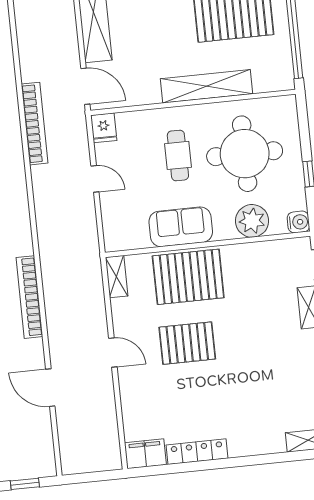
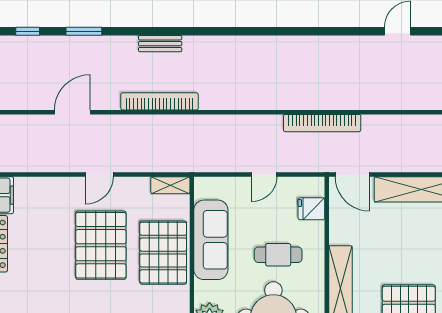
door: (85, 86) -> (352, 174), hinge flipped
fridge: (104, 128) -> (311, 209), moved
sofa: (181, 227) -> (211, 240), width x1.36
pallet: (187, 343) -> (101, 245), width x1.37, depth x1.41

